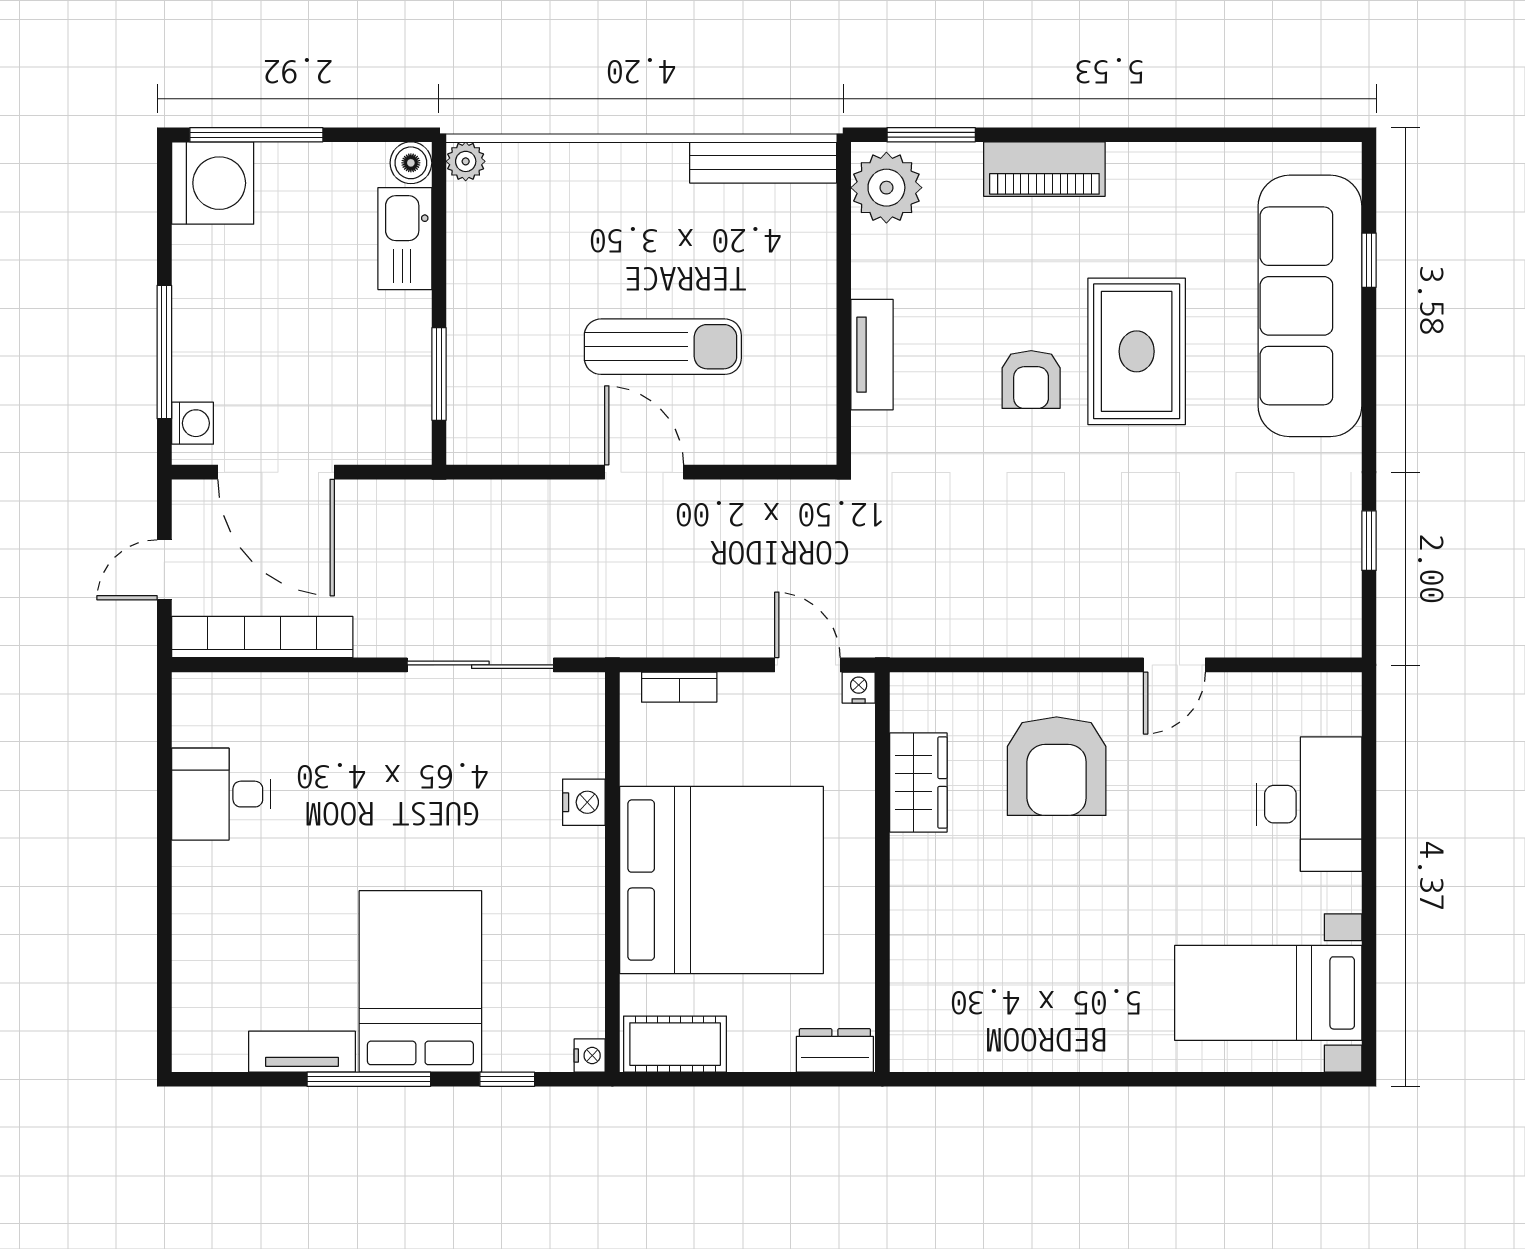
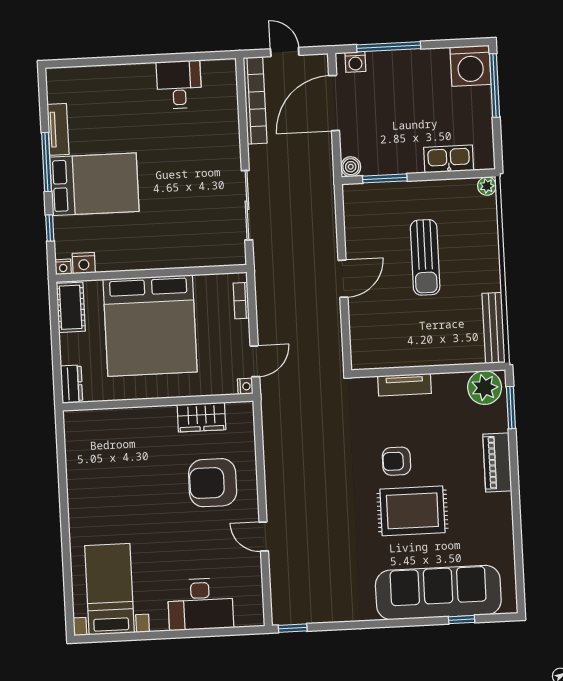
boiler: (411, 163) -> (351, 167), moved
sun lounger: (663, 347) -> (425, 257), moved
window: (1369, 541) -> (293, 628), moved
nightstand: (584, 802) -> (84, 263), moved

